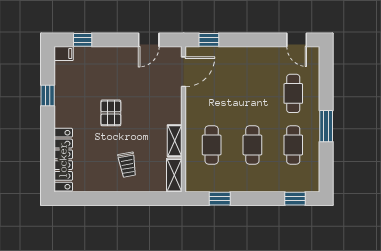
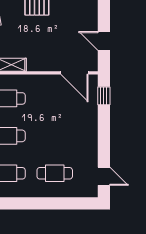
door: (297, 40) -> (104, 176), swing flipped
window: (326, 126) -> (25, 203), removed

